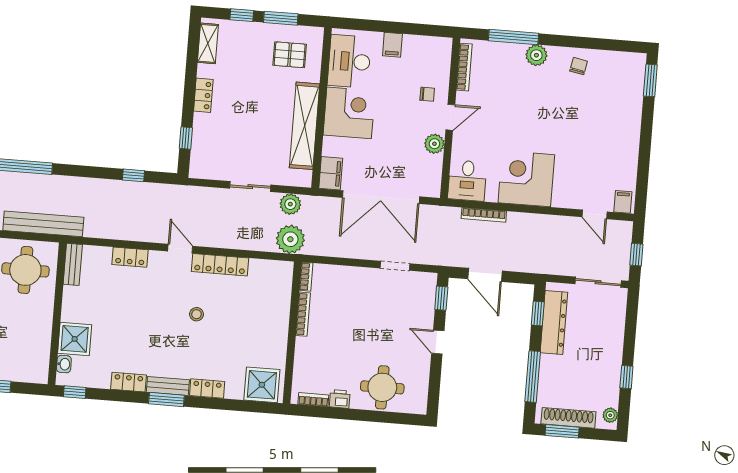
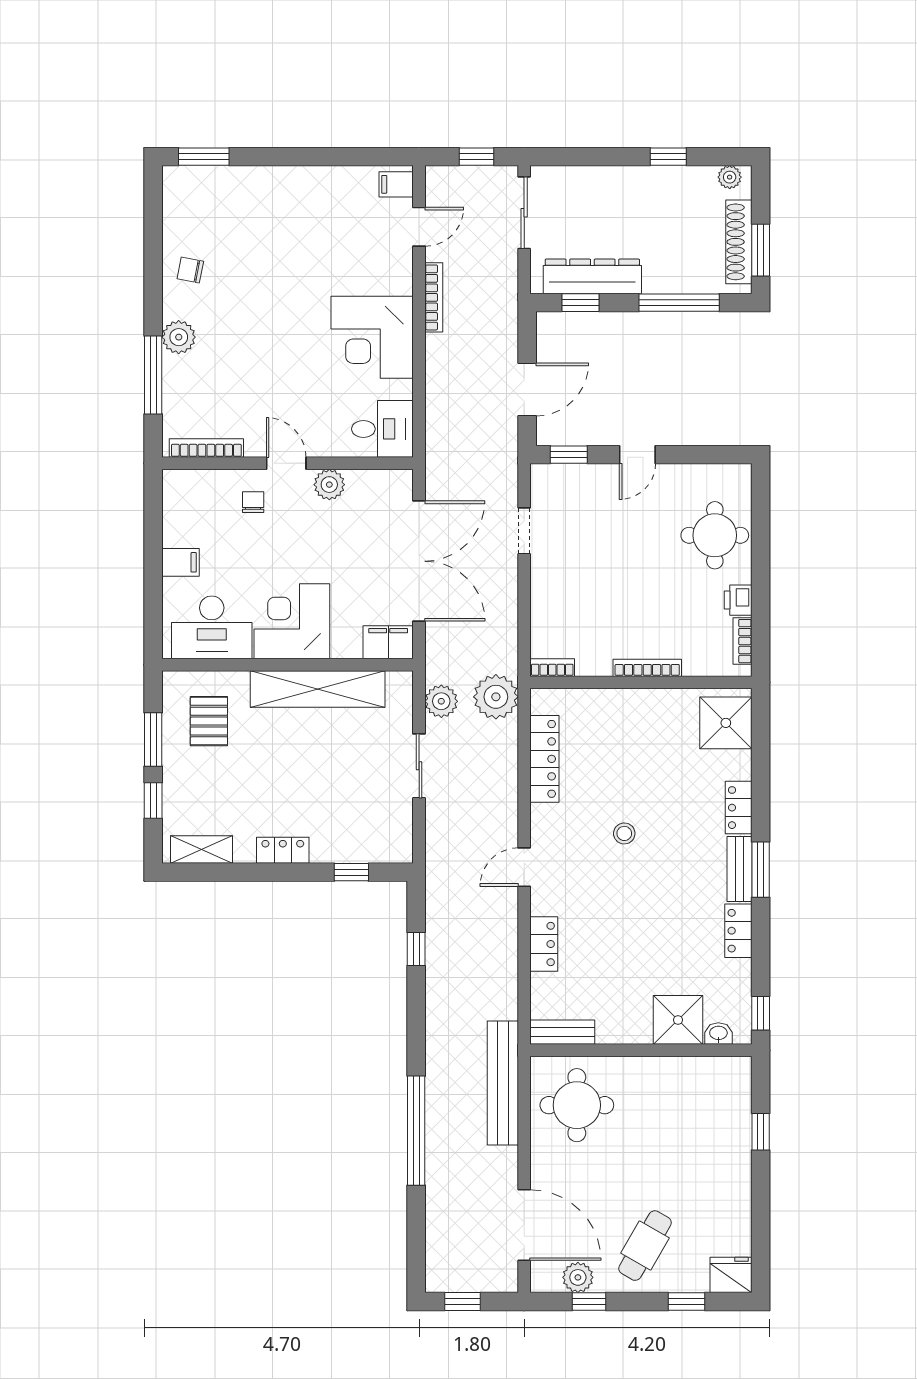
bookcase: (484, 215) -> (434, 297), moved
locker: (220, 265) -> (544, 759), moved
bookcase: (303, 314) -> (647, 668), moved

